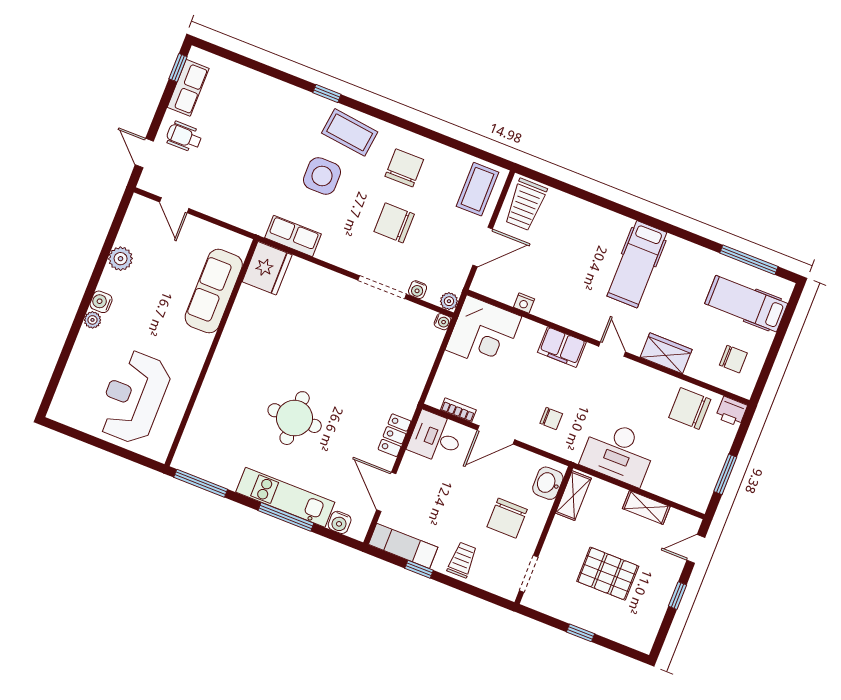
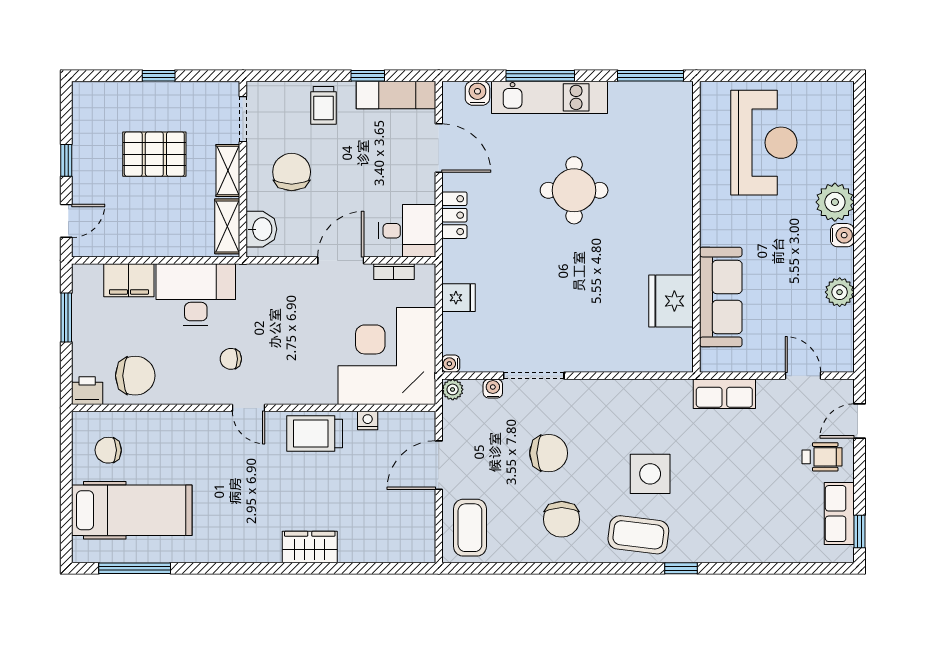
door: (144, 153) -> (859, 421), swing flipped
trolley: (525, 205) -> (315, 434), moved, turned -90
row of seats: (293, 236) -> (724, 394), moved
hospital bed: (637, 264) -> (258, 514), removed
fridge: (267, 268) -> (671, 301), moved
hospital bed: (746, 304) -> (132, 510), width x1.37, depth x1.29
plant: (93, 320) -> (835, 202), width x1.88, depth x1.88
corner desk: (483, 333) -> (387, 356), width x1.36, depth x1.36
filing cabinet: (562, 347) -> (129, 280), moved, turned 180
wardrobe: (666, 353) -> (310, 547), moved, turned 180
fridge: (416, 370) -> (459, 298), added
chair: (551, 419) -> (231, 359), moved
shelving: (646, 508) -> (228, 171), moved, turned 90

